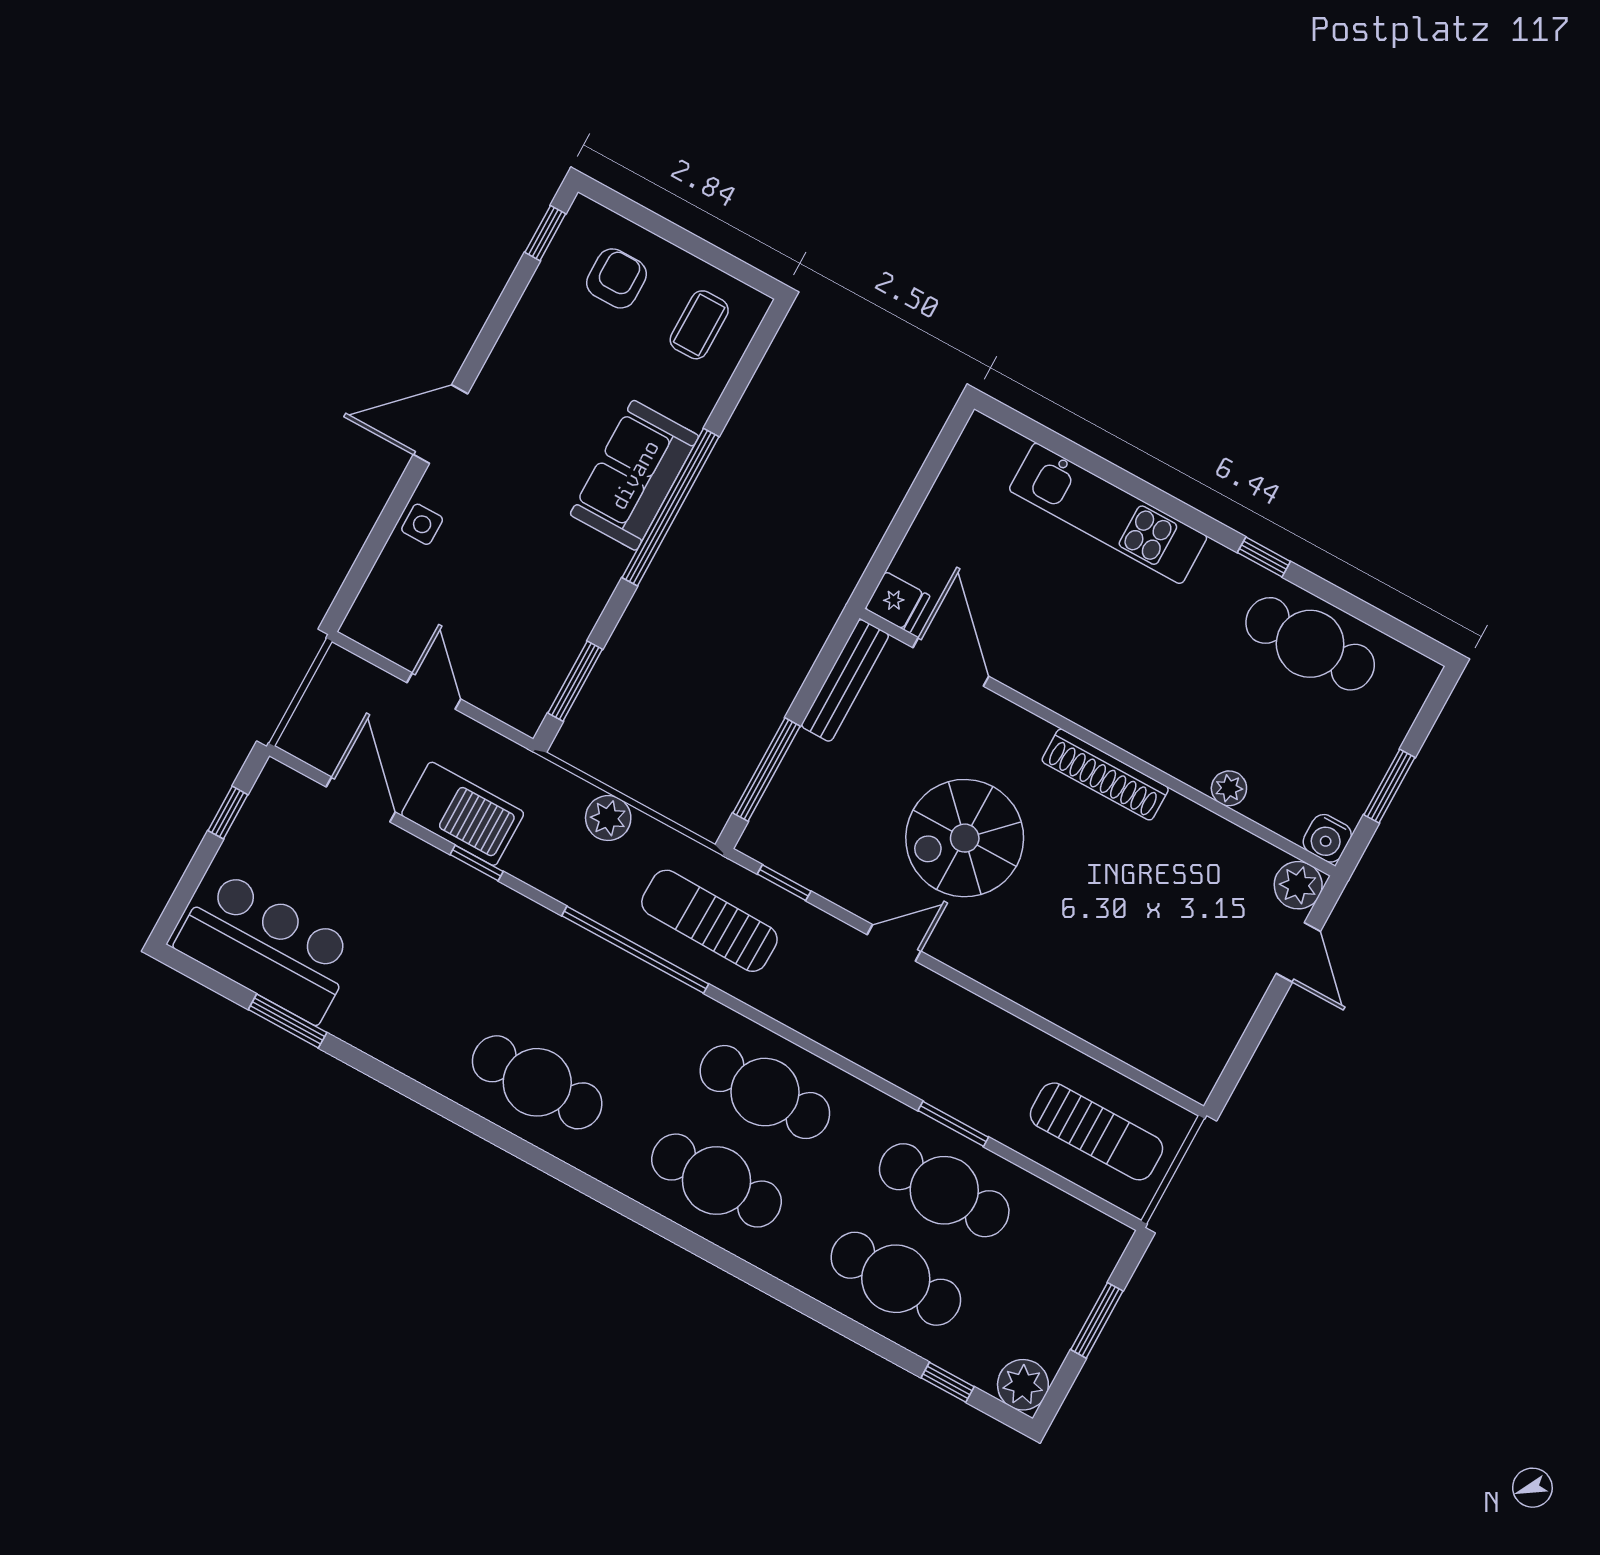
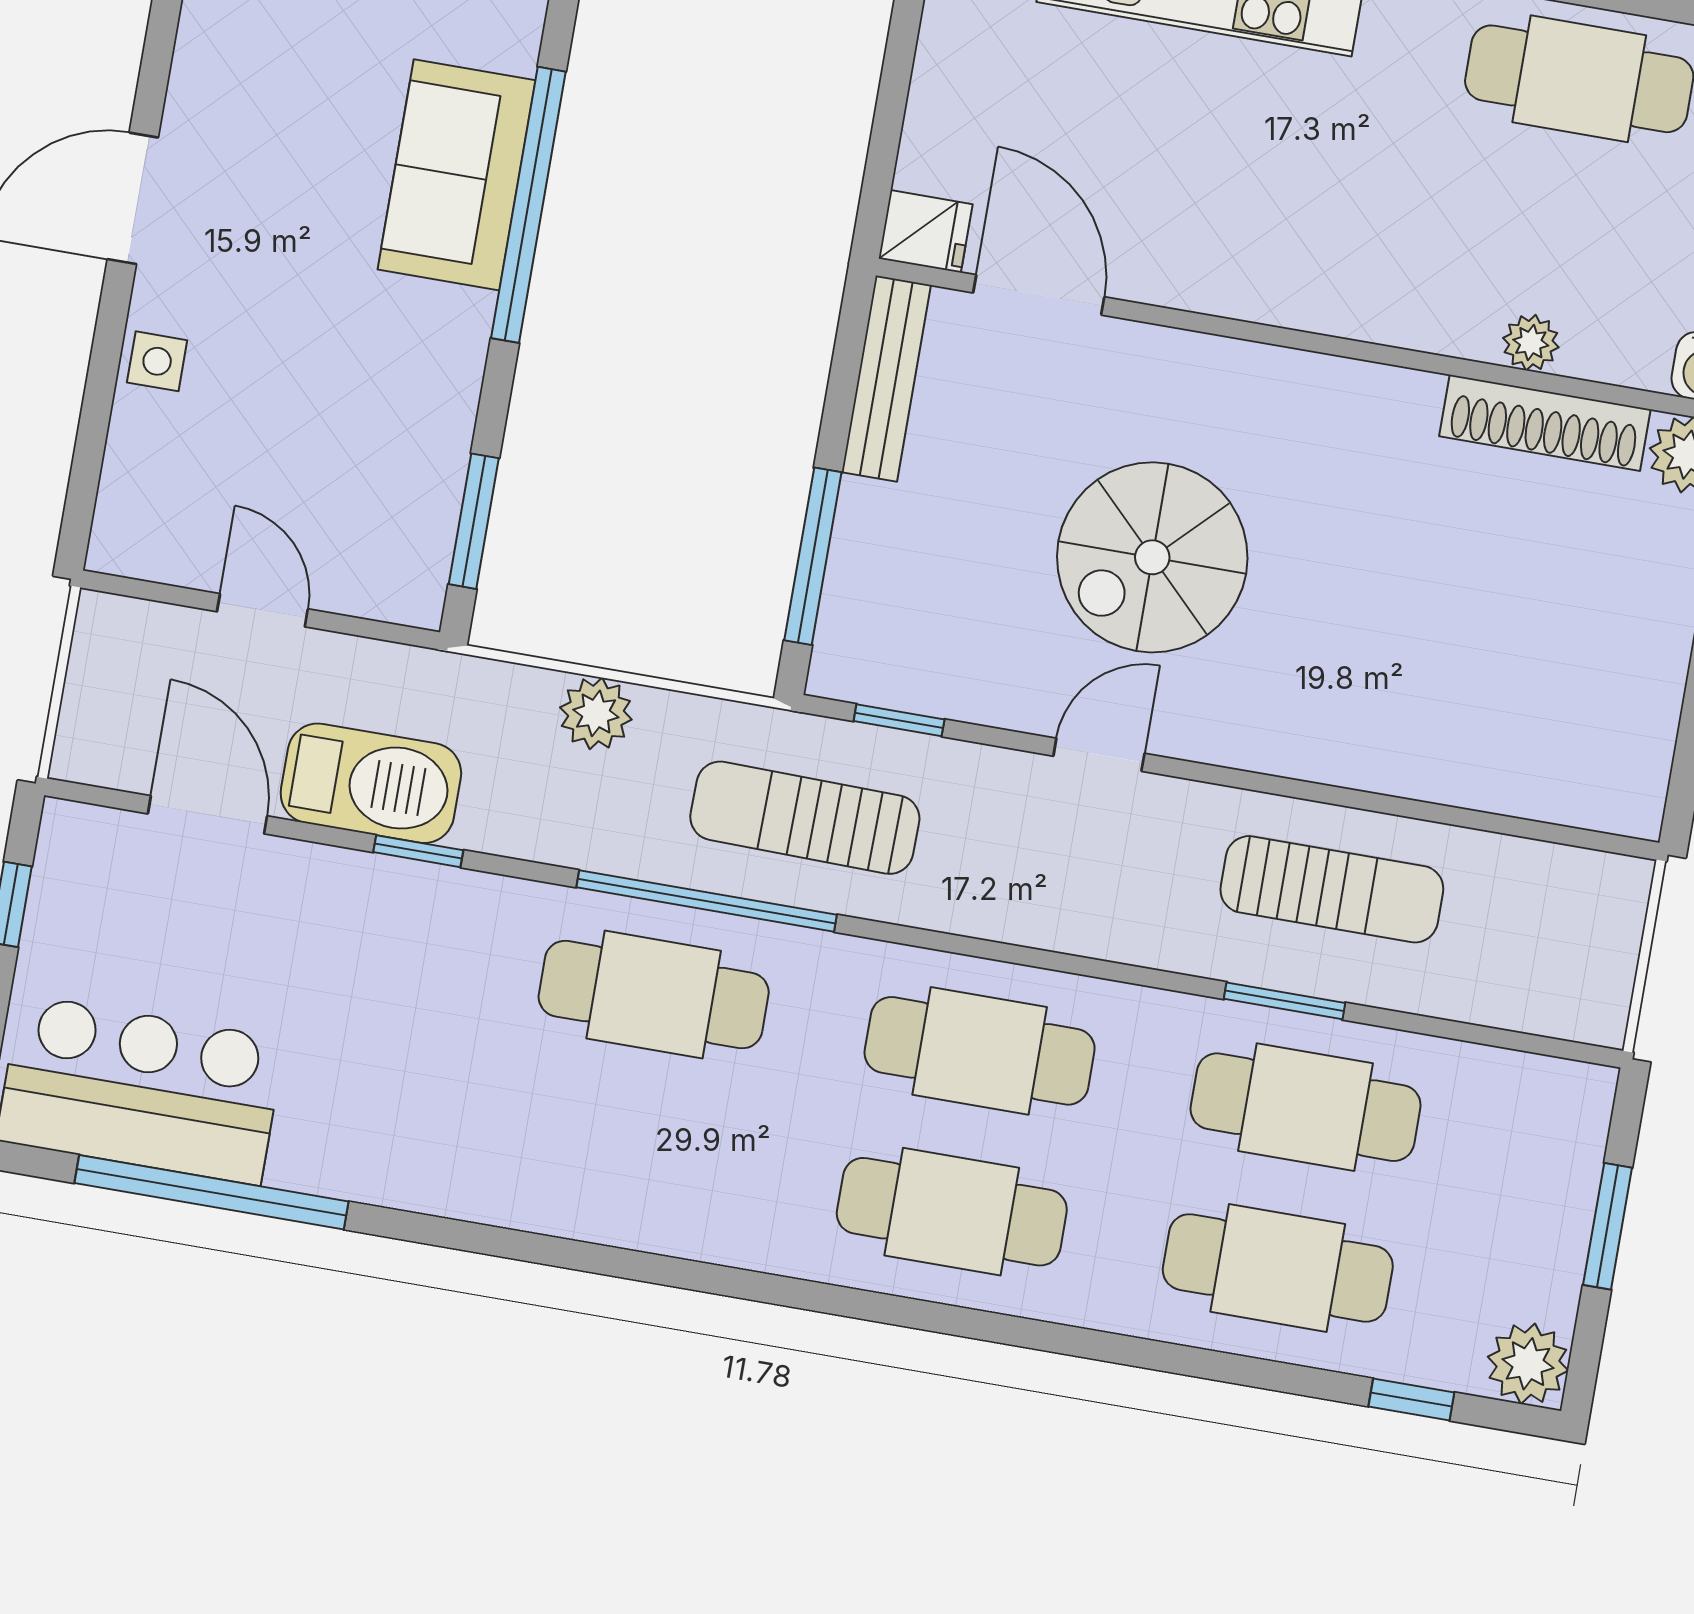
shoe rack: (1105, 775) -> (1545, 423), moved
window: (288, 1021) -> (211, 1192), width x2.11
cafe table: (537, 1082) -> (654, 995), moved
sun lounger: (1096, 1131) -> (1332, 889), moved

